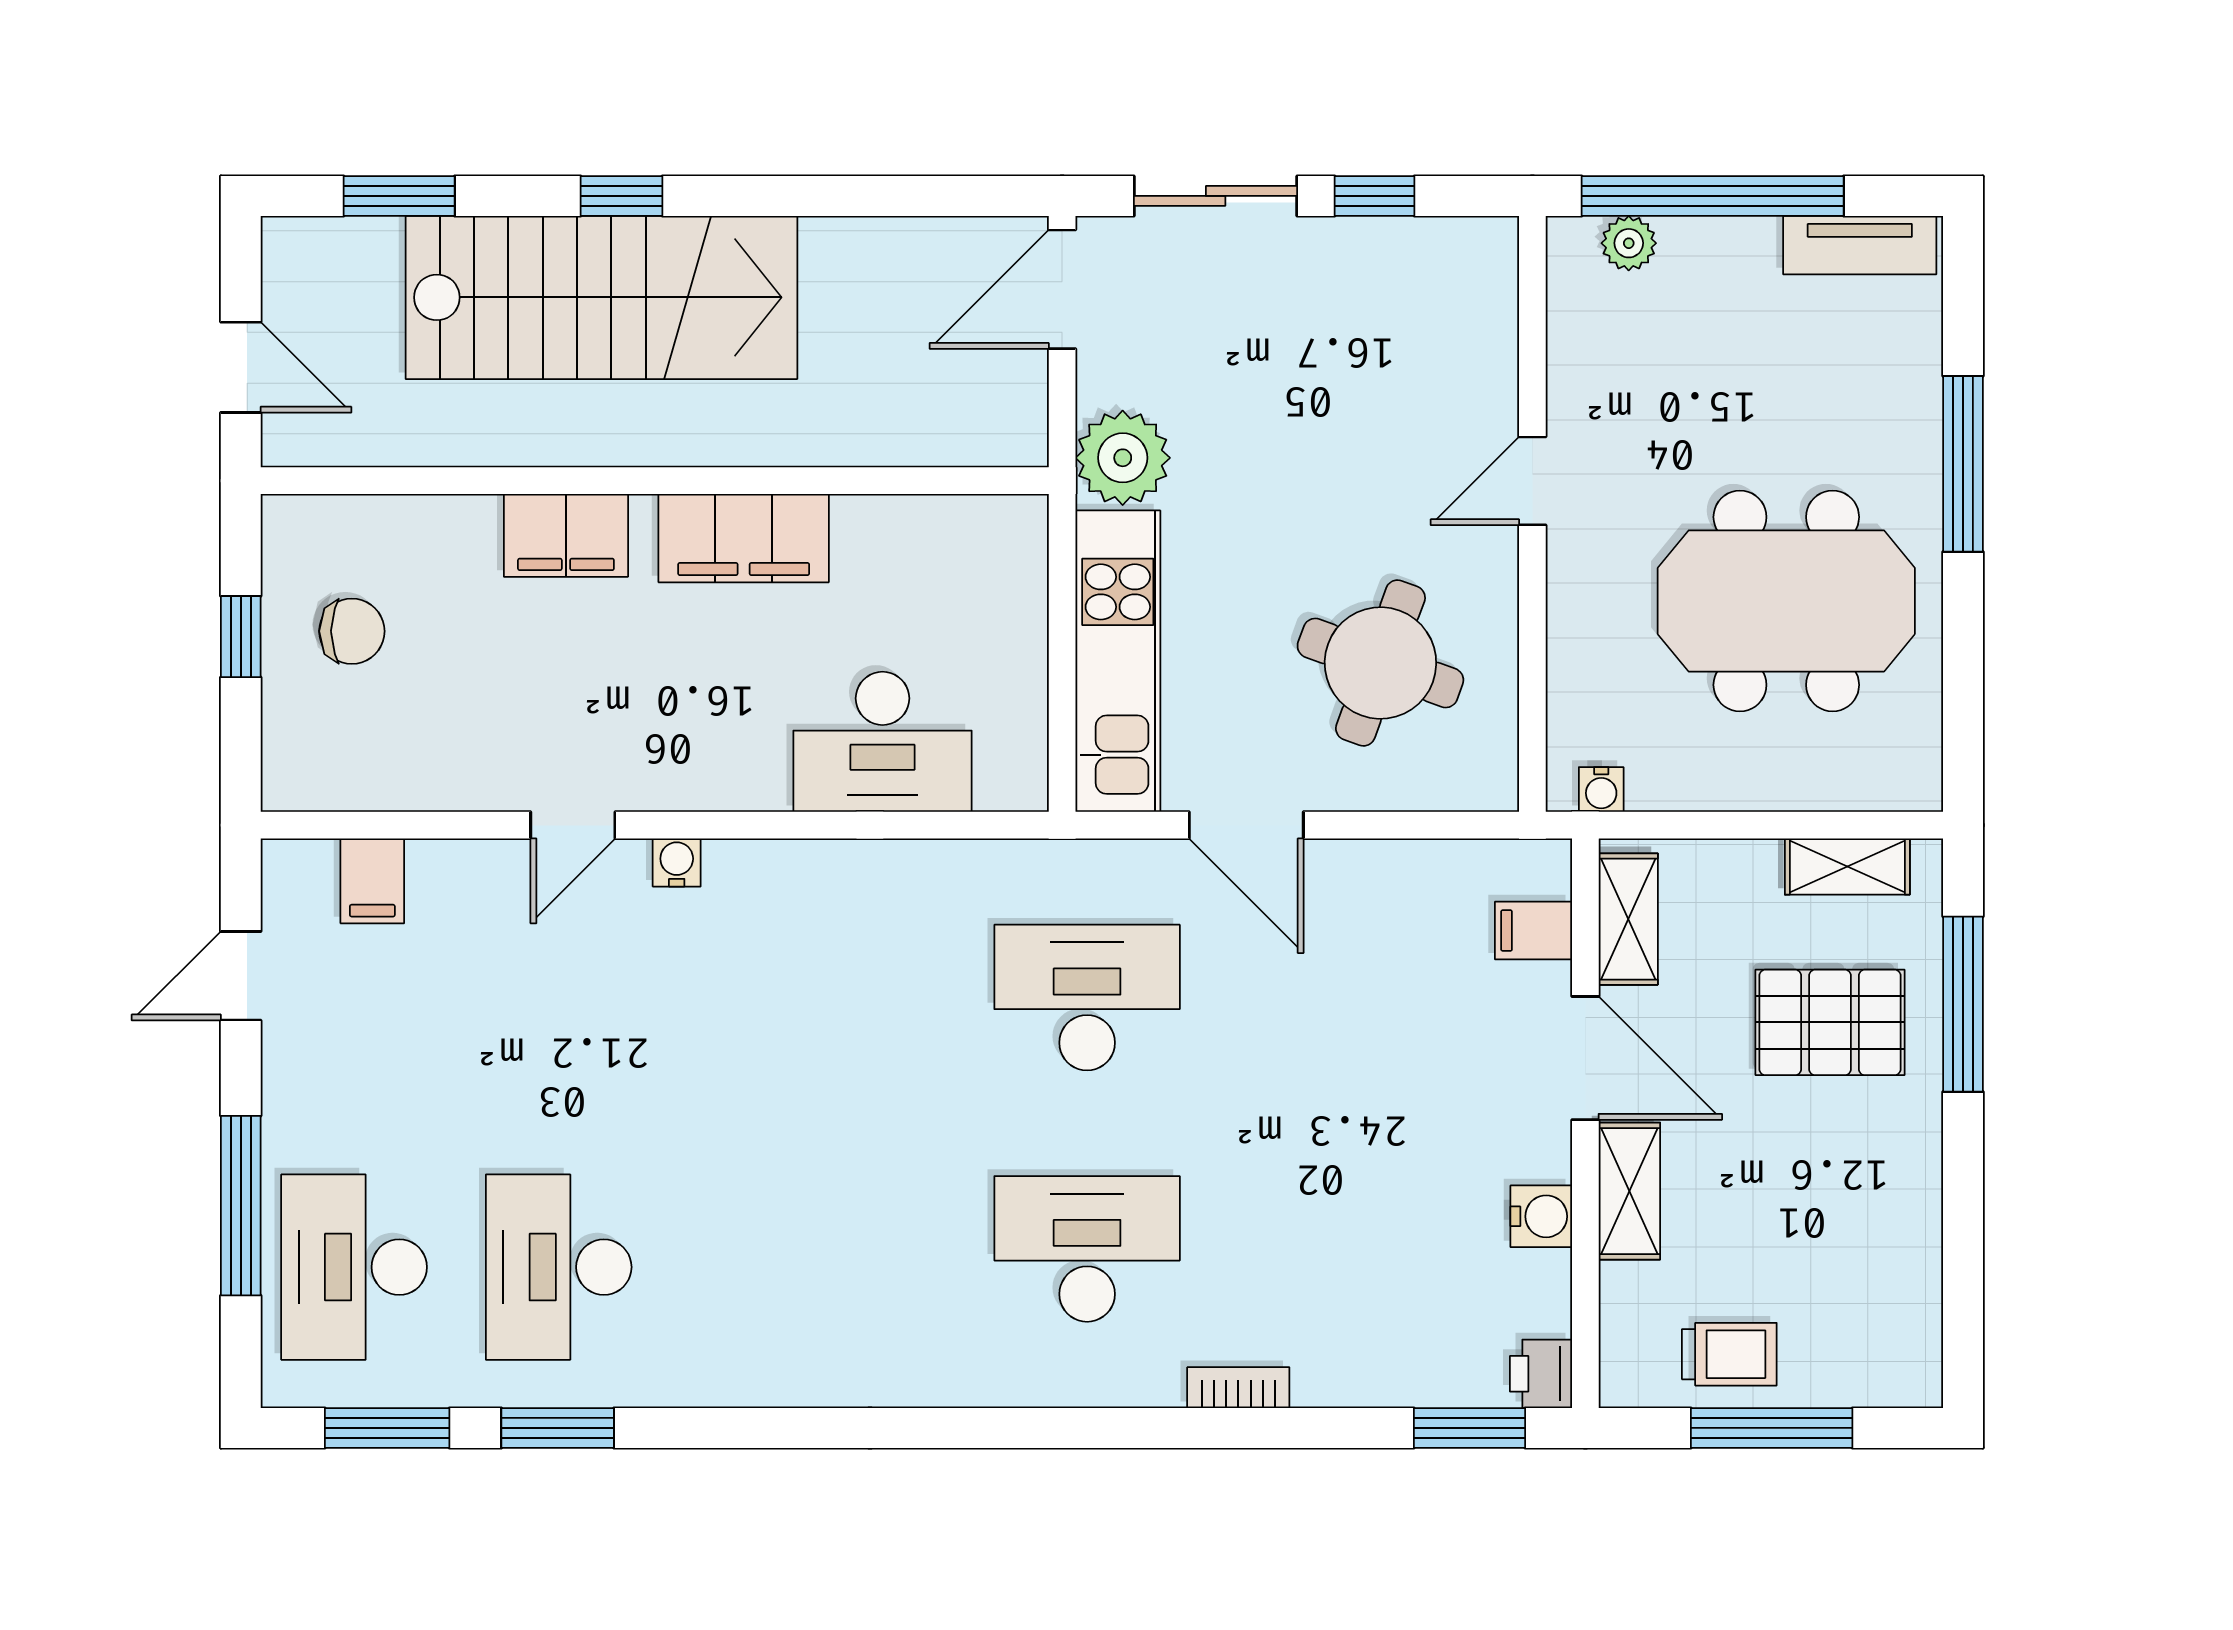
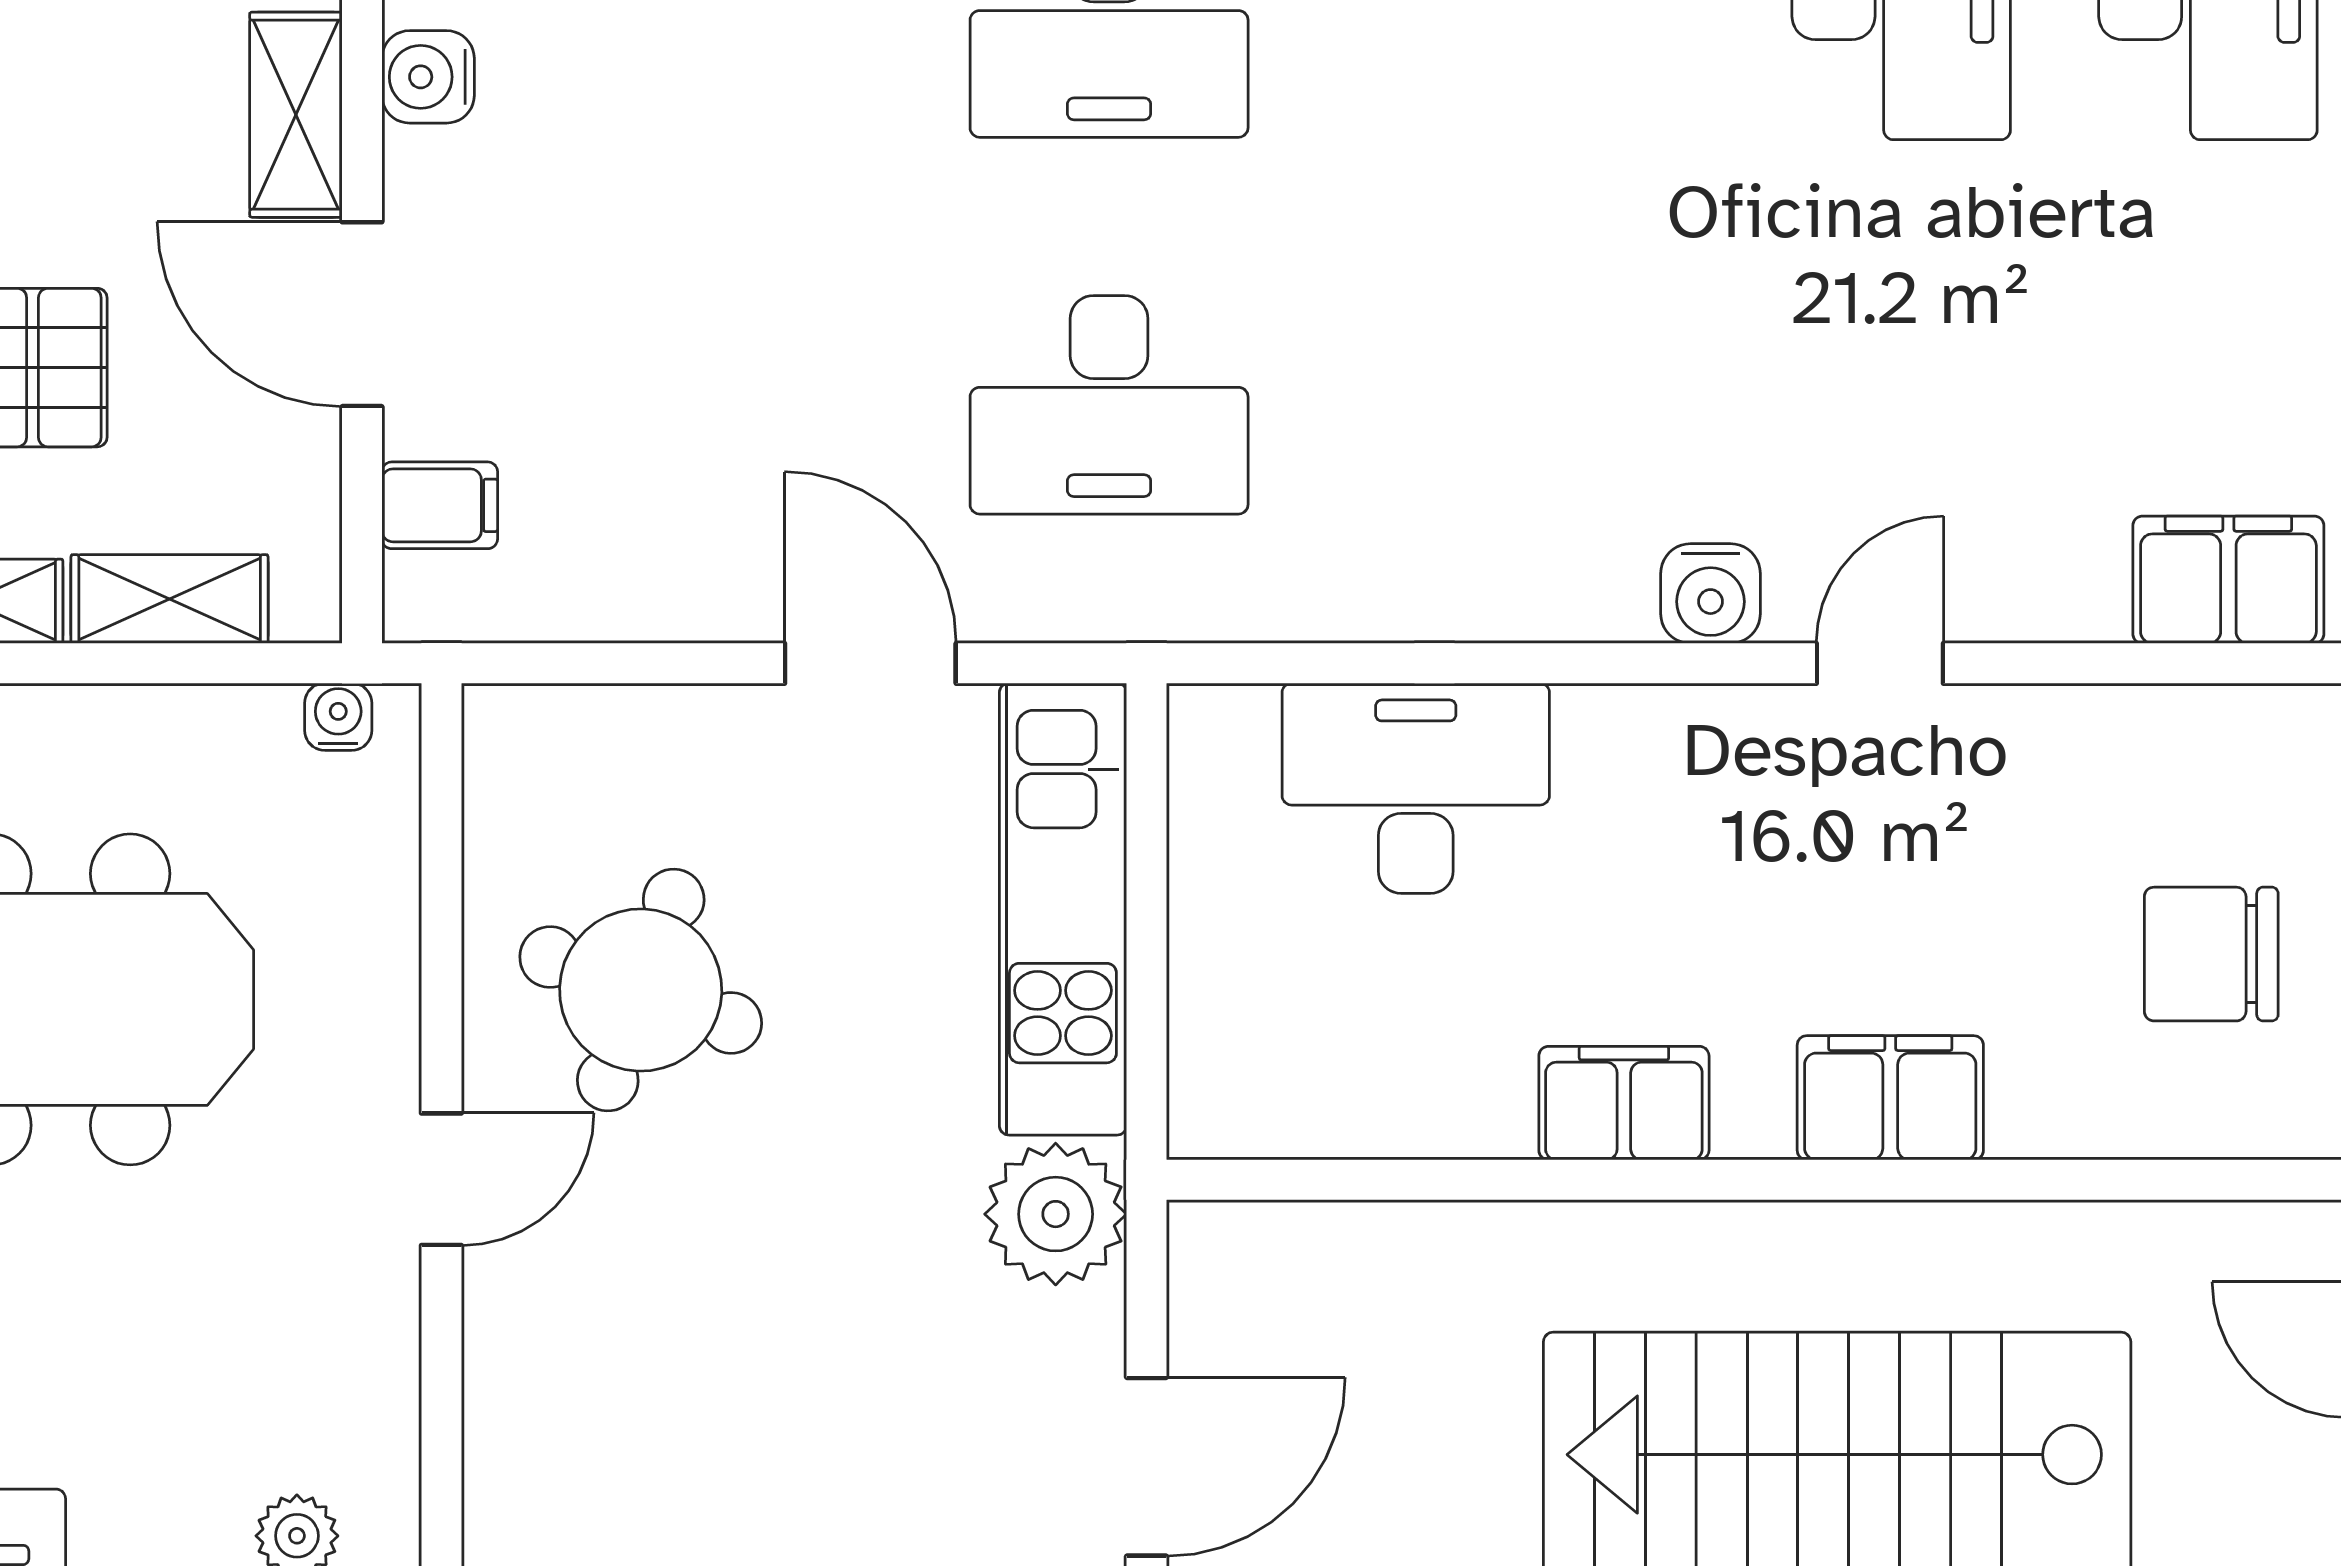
filing cabinet: (744, 538) -> (1624, 1103), width x0.67, depth x0.86
chair: (352, 631) -> (2211, 954), width x1.37, depth x1.37
round table: (1380, 663) -> (641, 990), moved
water cooler: (677, 862) -> (1711, 594), width x1.38, depth x1.38
filing cabinet: (372, 881) -> (2228, 580), width x2.00
shelving: (1628, 919) -> (170, 599), moved, turned 90

